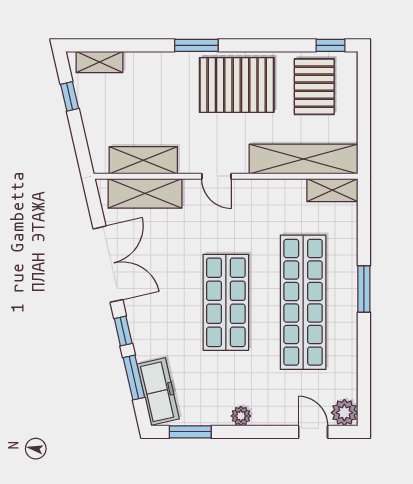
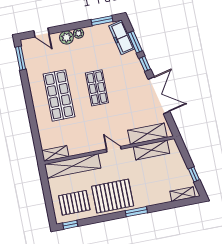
pallet: (314, 87) -> (74, 203), turned 90
double door: (108, 264) -> (159, 95), swing flipped
window: (364, 289) -> (21, 58), moved
shop shelf: (226, 302) -> (97, 88), width x0.70, depth x0.74
shop shelf: (303, 302) -> (59, 95), width x0.71
plant: (344, 413) -> (66, 37), moved

